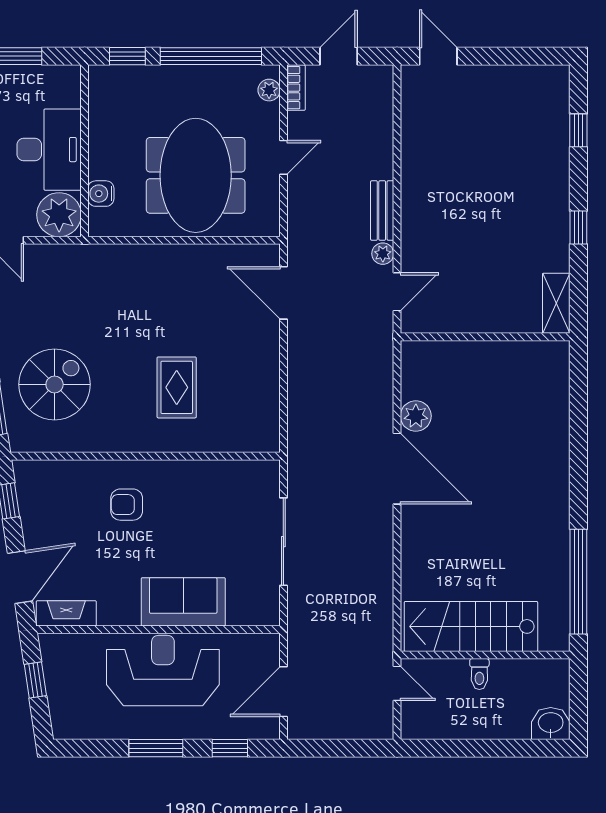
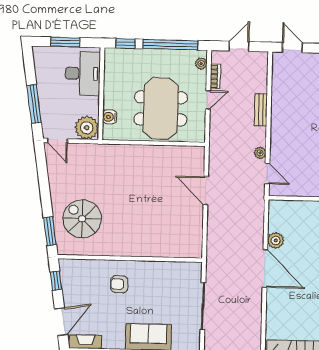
bookcase: (296, 88) -> (215, 76), moved
desk: (49, 150) -> (83, 74), moved
bench: (382, 210) -> (261, 110), moved
door: (397, 292) -> (267, 174), hinge flipped
door: (283, 293) -> (206, 191), moved
spiral stairs: (55, 384) -> (82, 219), turned -90
rug: (177, 387) -> (148, 222), removed

